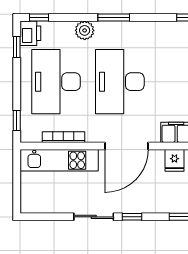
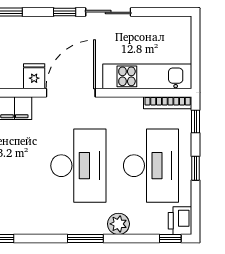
window: (17, 47) -> (195, 168), moved
bookcase: (63, 137) -> (168, 103), moved
fridge: (174, 160) -> (34, 76), moved

